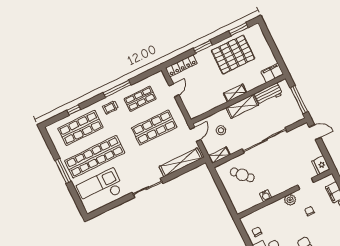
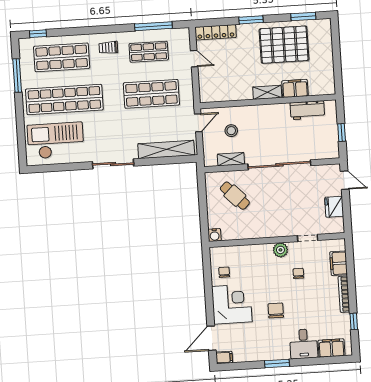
filing cabinet: (272, 73) -> (295, 88), moved
window: (117, 89) -> (153, 26), moved
door: (174, 90) -> (194, 59), hinge flipped
window: (299, 100) -> (342, 132), width x0.46
shelving: (242, 106) -> (269, 112), removed
window: (74, 110) -> (38, 34), moved
shelving: (219, 155) -> (231, 159), moved
fridge: (321, 165) -> (334, 207), moved
window: (63, 171) -> (17, 75), moved
water cooler: (266, 196) -> (215, 235), moved

